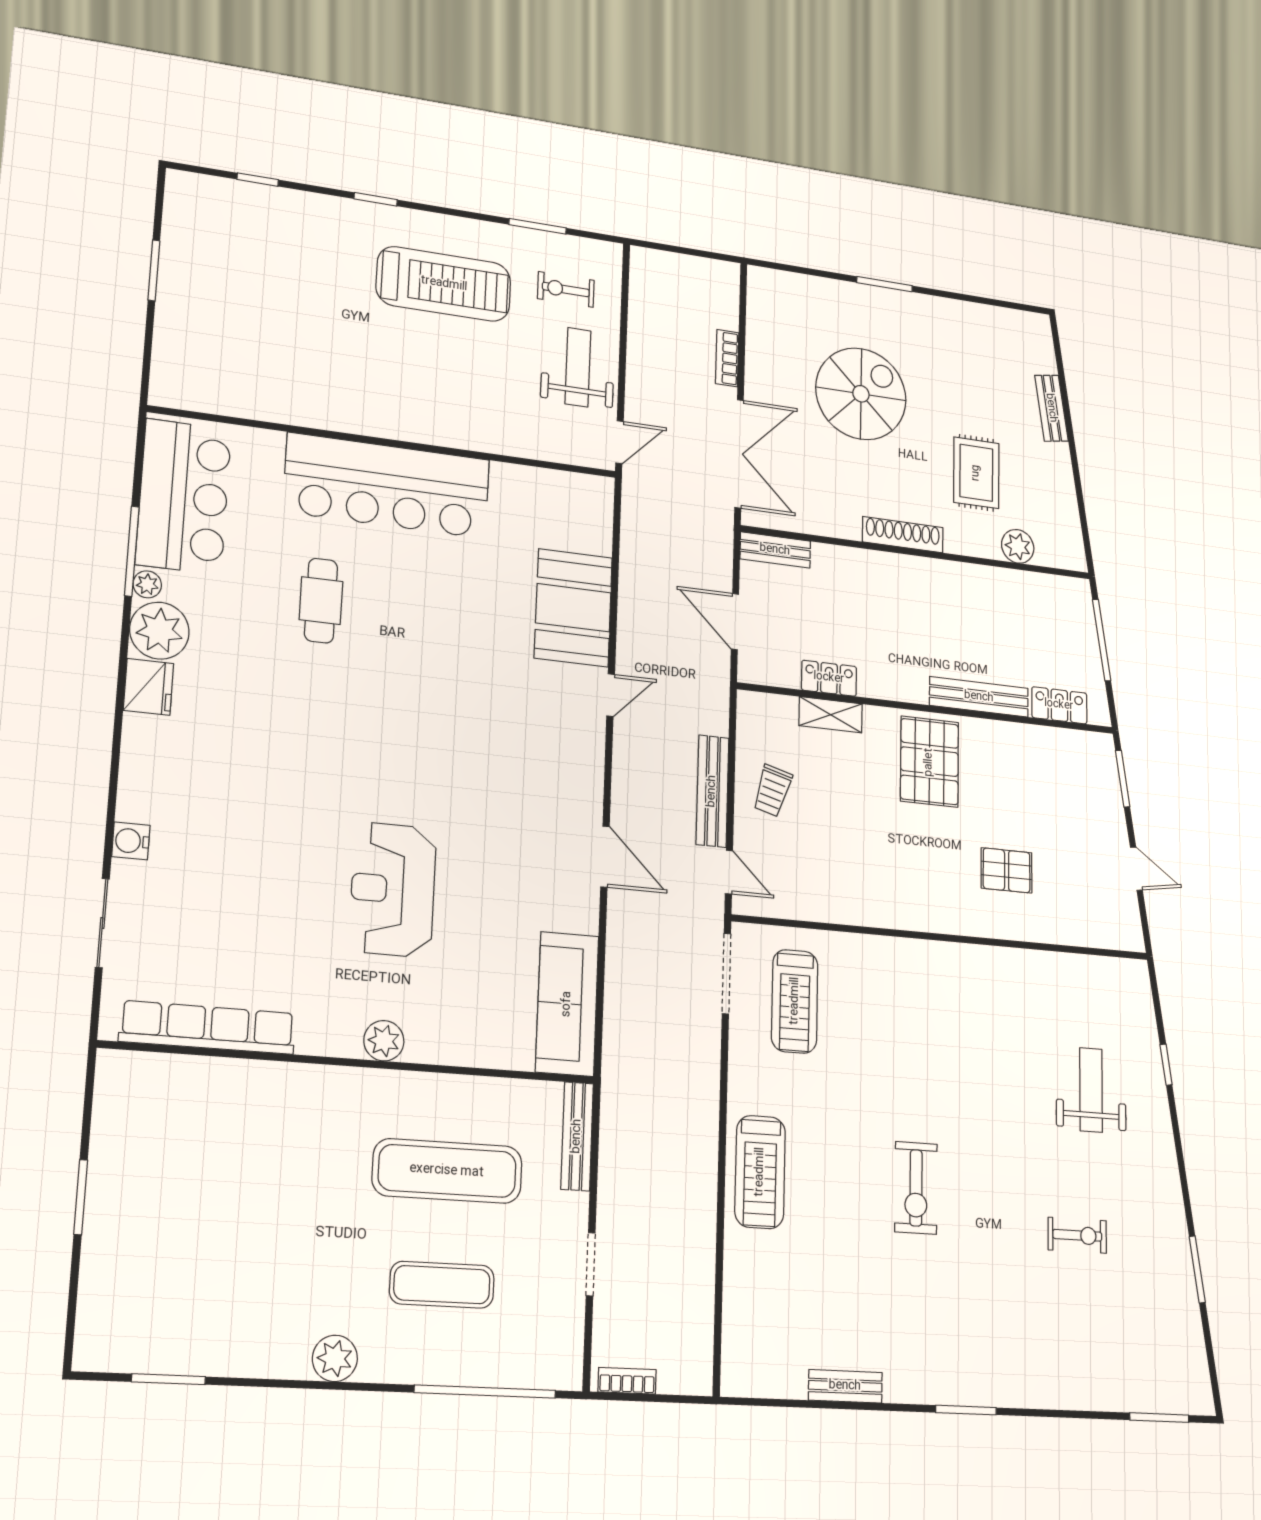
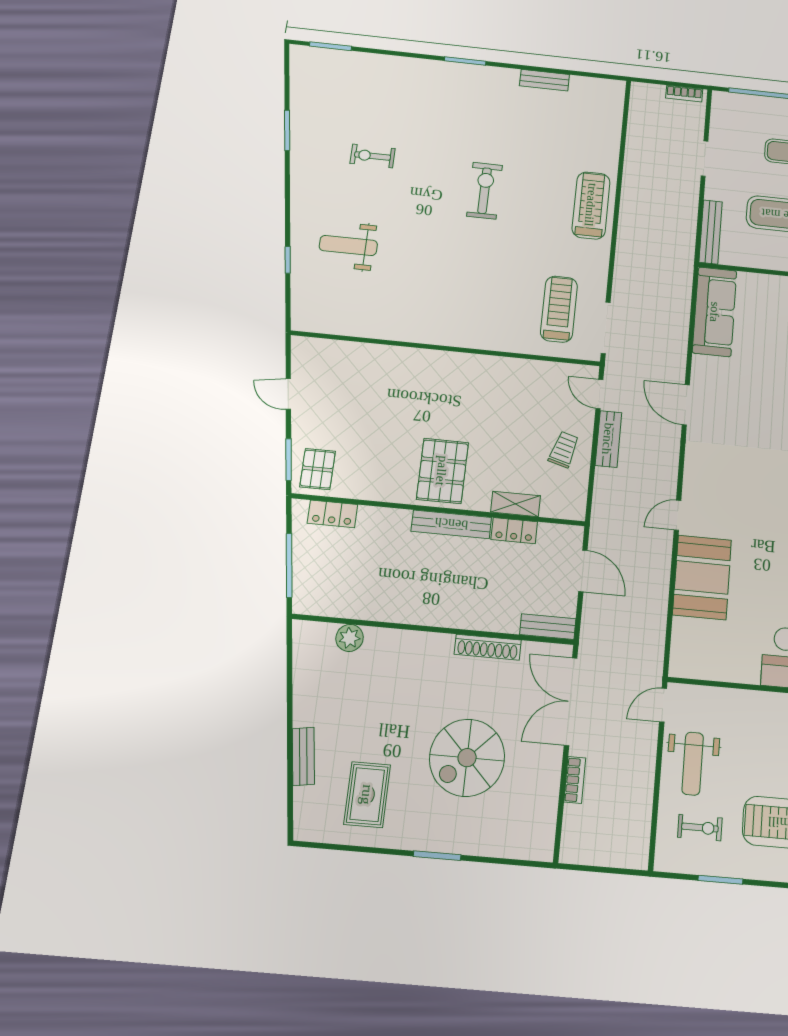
rug: (976, 473) -> (367, 795), moved
shoe rack: (903, 535) -> (488, 647), moved
bench: (979, 697) -> (451, 524), moved
bench: (712, 791) -> (608, 439), width x0.73
pallet: (1007, 870) -> (318, 469), moved, turned 90
weight bench: (1091, 1090) -> (348, 245), turned 90

